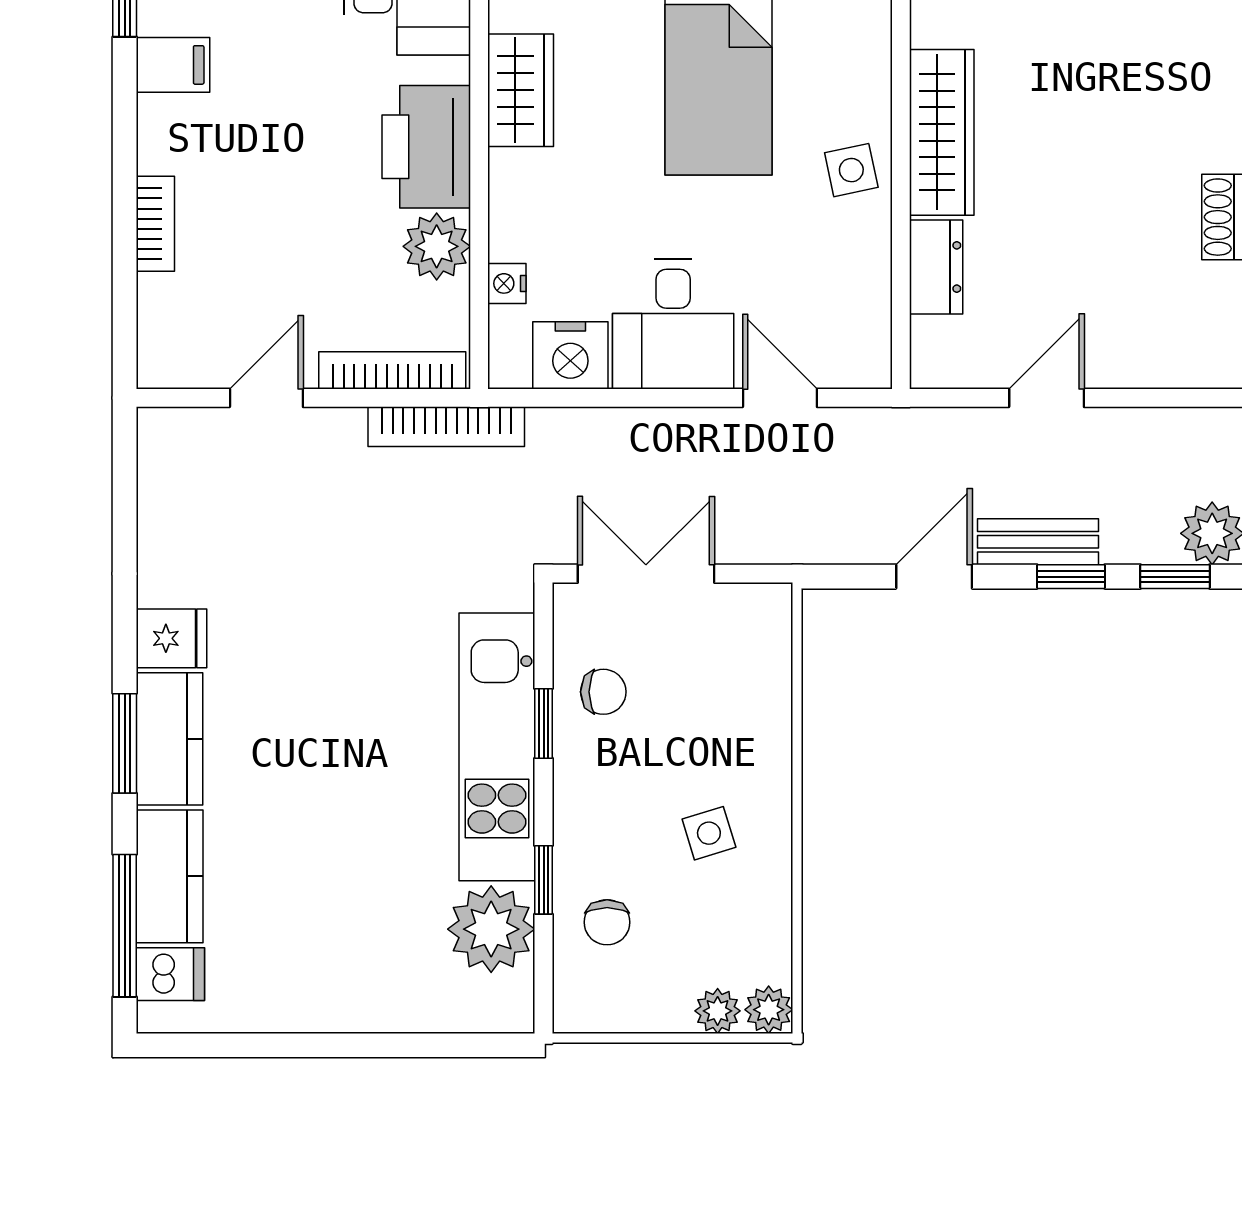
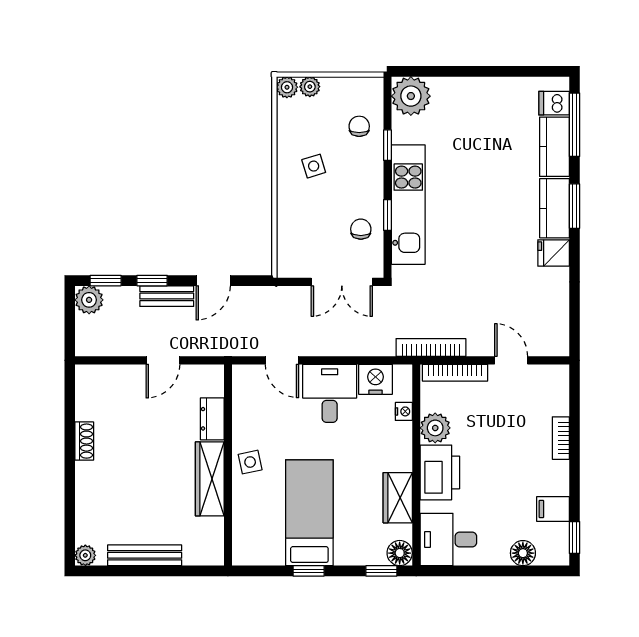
door: (266, 398) -> (511, 360), swing flipped
chair: (603, 692) -> (361, 229), turned 90
plant: (491, 929) -> (411, 96), moved

